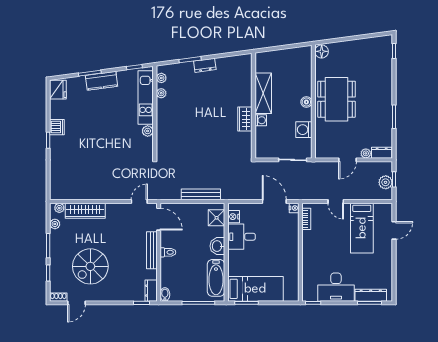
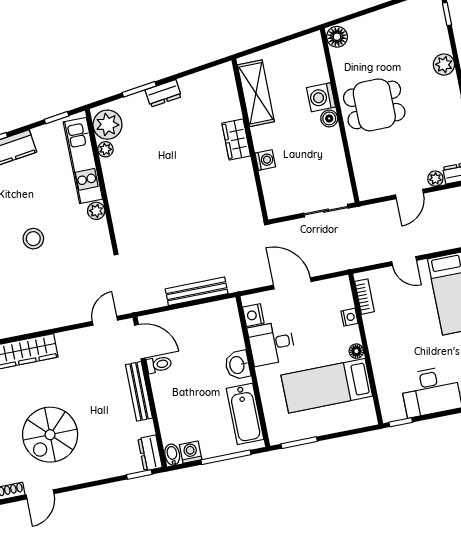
plant: (161, 78) -> (107, 125), width x1.88, depth x1.88
plant: (386, 82) -> (444, 65), added
shelving: (263, 93) -> (256, 93), moved
dining table: (337, 99) -> (374, 105), width x0.73
wardrobe: (245, 119) -> (236, 139), moved
washing machine: (304, 130) -> (321, 97), moved
stool: (104, 141) -> (33, 239), added
door: (274, 201) -> (292, 283), moved
nightstand: (294, 208) -> (349, 317), moved
shower: (217, 218) -> (228, 322), removed
toilet: (168, 252) -> (159, 364), moved
floor lamp: (294, 252) -> (356, 351), added
bed: (255, 289) -> (327, 386), moved, turned 180
washing machine: (177, 295) -> (191, 452), added

